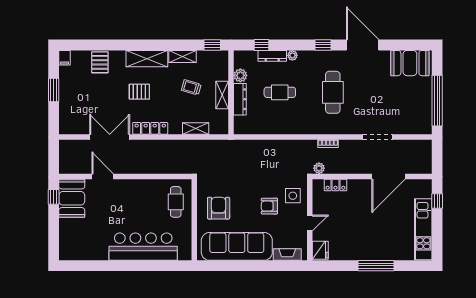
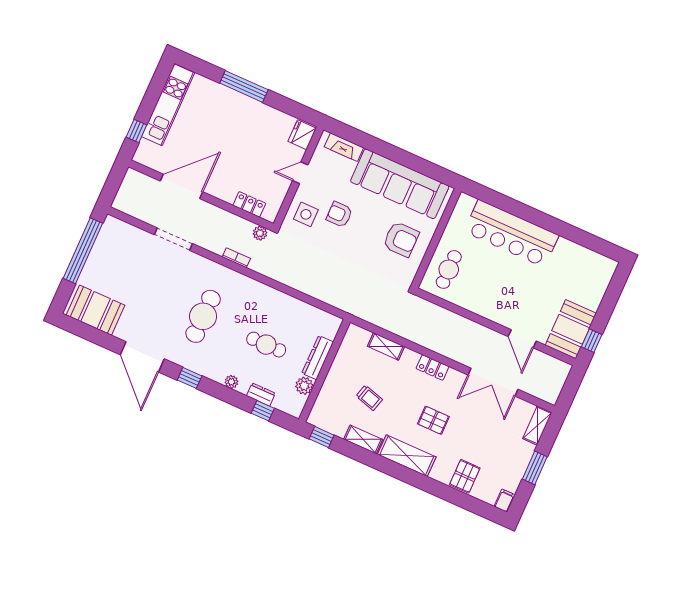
dresser: (272, 56) -> (261, 394), width x0.70
shelving: (222, 95) -> (537, 425), moved
locker: (150, 128) -> (433, 367), width x0.66
armchair: (269, 206) -> (339, 214), turned 180
armchair: (219, 208) -> (401, 239), turned -90

